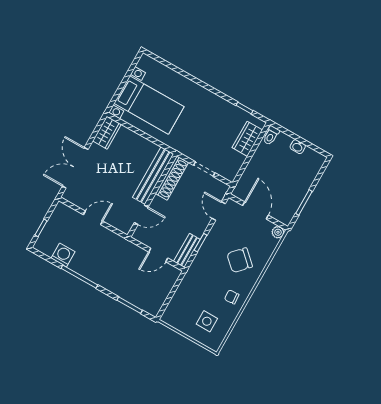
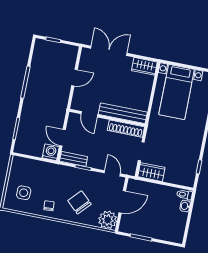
wardrobe: (247, 139) -> (151, 172), moved
washbasin: (298, 147) -> (185, 206), moved
door: (219, 211) -> (112, 173), hinge flipped
door: (93, 218) -> (75, 78), hinge flipped
plant: (278, 232) -> (108, 220), width x1.87, depth x1.87
washing machine: (63, 255) -> (51, 152), moved, turned -90

